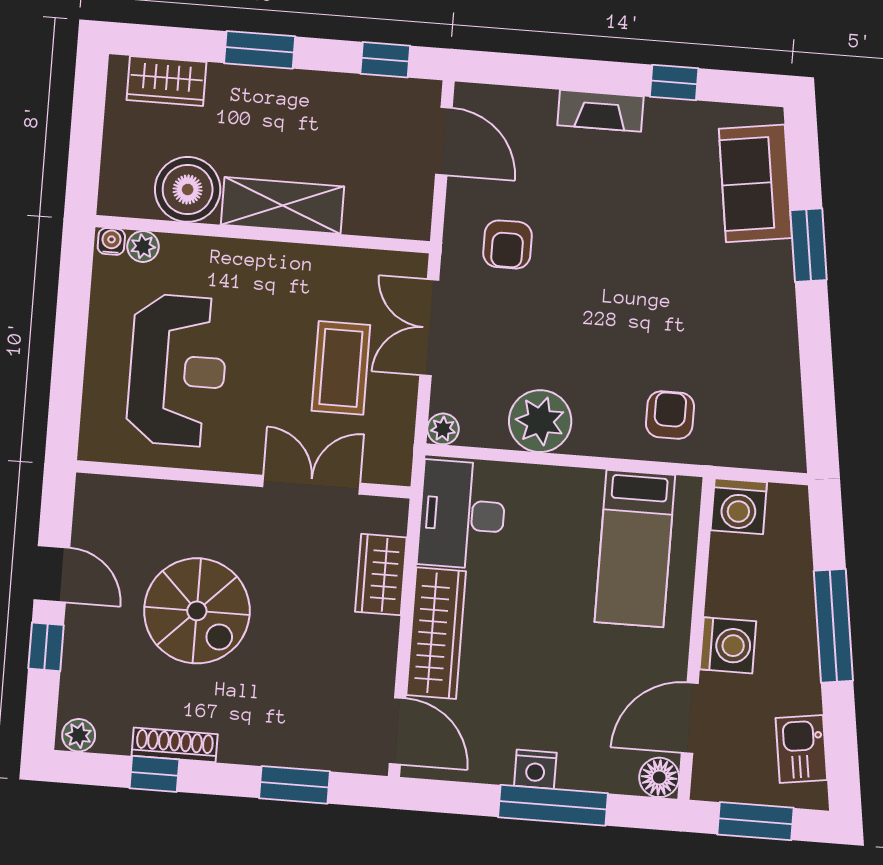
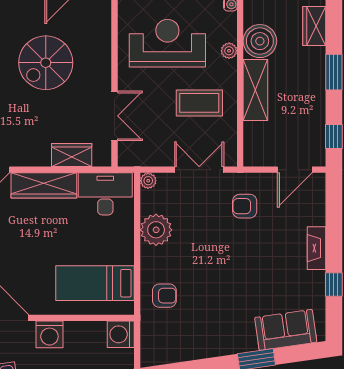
plant: (143, 247) -> (229, 51), moved
coffee table: (341, 368) -> (199, 103), moved
reception desk: (177, 370) -> (167, 43), turned 180

